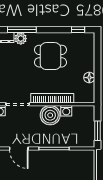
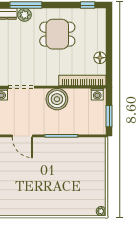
bookcase: (52, 98) -> (82, 80), moved
washing machine: (66, 111) -> (97, 94), moved

